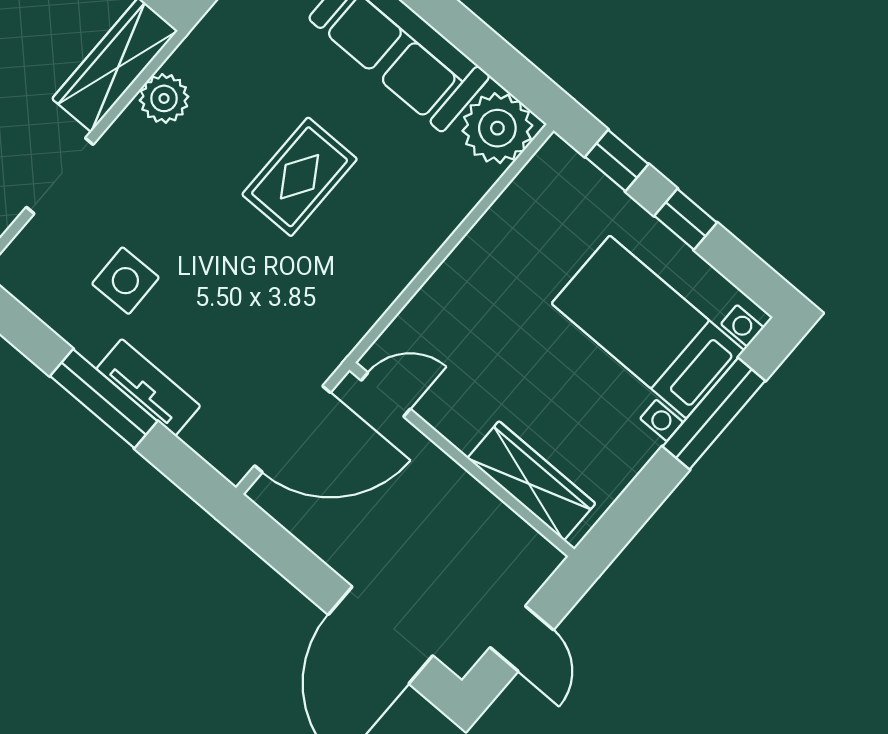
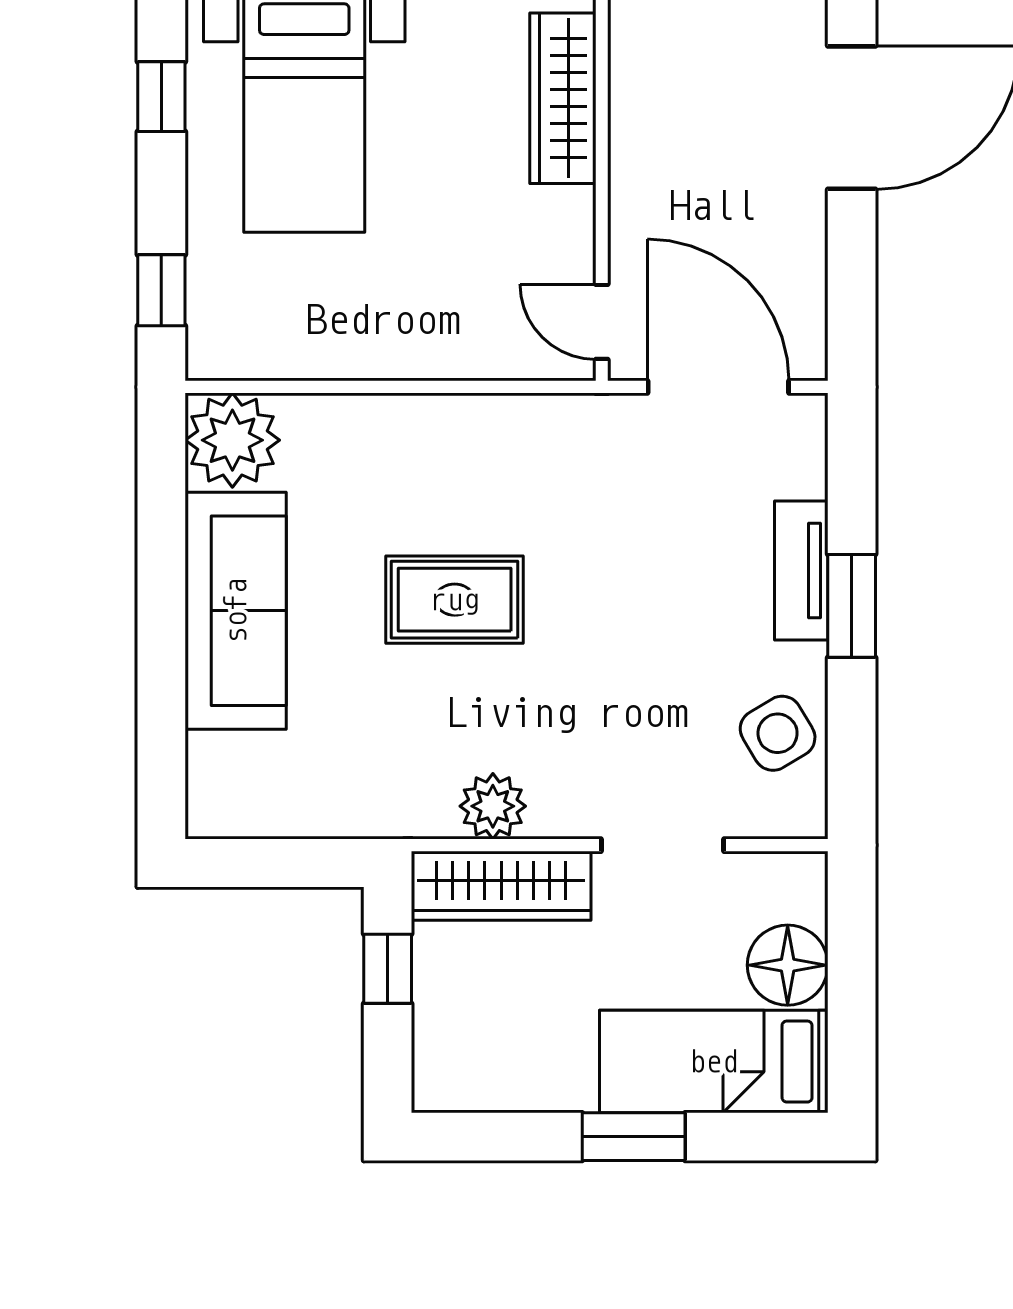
window: (686, 219) -> (161, 97), moved
side table: (125, 281) -> (778, 733), moved, turned -30
window: (104, 399) -> (852, 606), width x0.69

